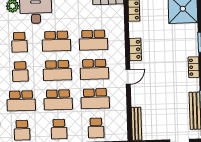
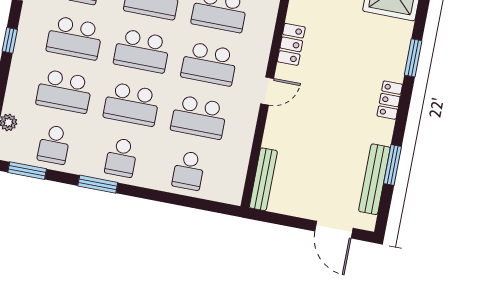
school desk: (20, 72) -> (75, 38), width x1.85

